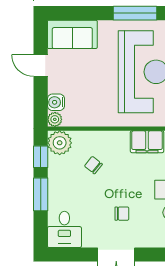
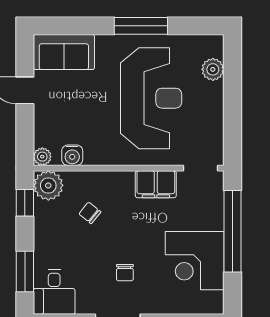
water cooler: (56, 102) -> (72, 155), moved, turned -90
window: (41, 194) -> (25, 272), moved
chair: (122, 214) -> (125, 273), turned 90

